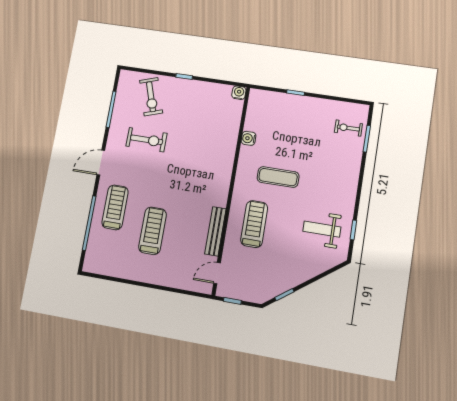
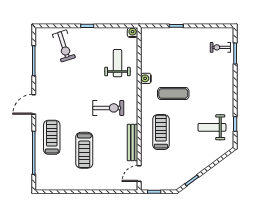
weight bench: (214, 128) -> (117, 63), added
water cooler: (249, 138) -> (146, 78), moved
exercise bike: (146, 140) -> (108, 108), moved
treadmill: (153, 231) -> (84, 150), turned 180

